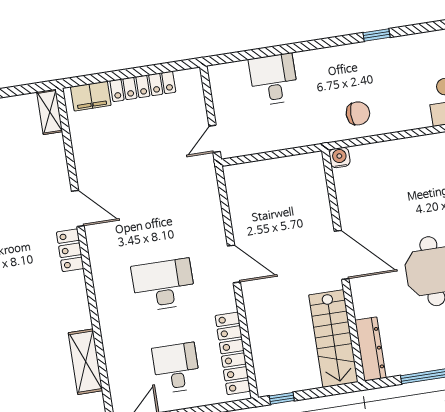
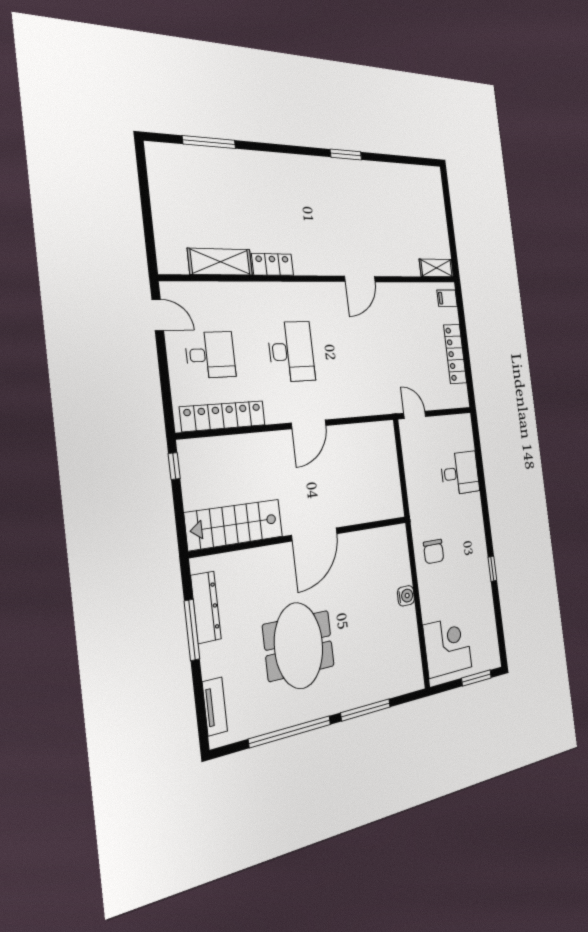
filing cabinet: (91, 96) -> (447, 298), width x0.50
water cooler: (340, 158) -> (406, 596), moved
locker: (70, 250) -> (273, 264), moved
dresser: (371, 349) -> (206, 607), moved, turned -90

